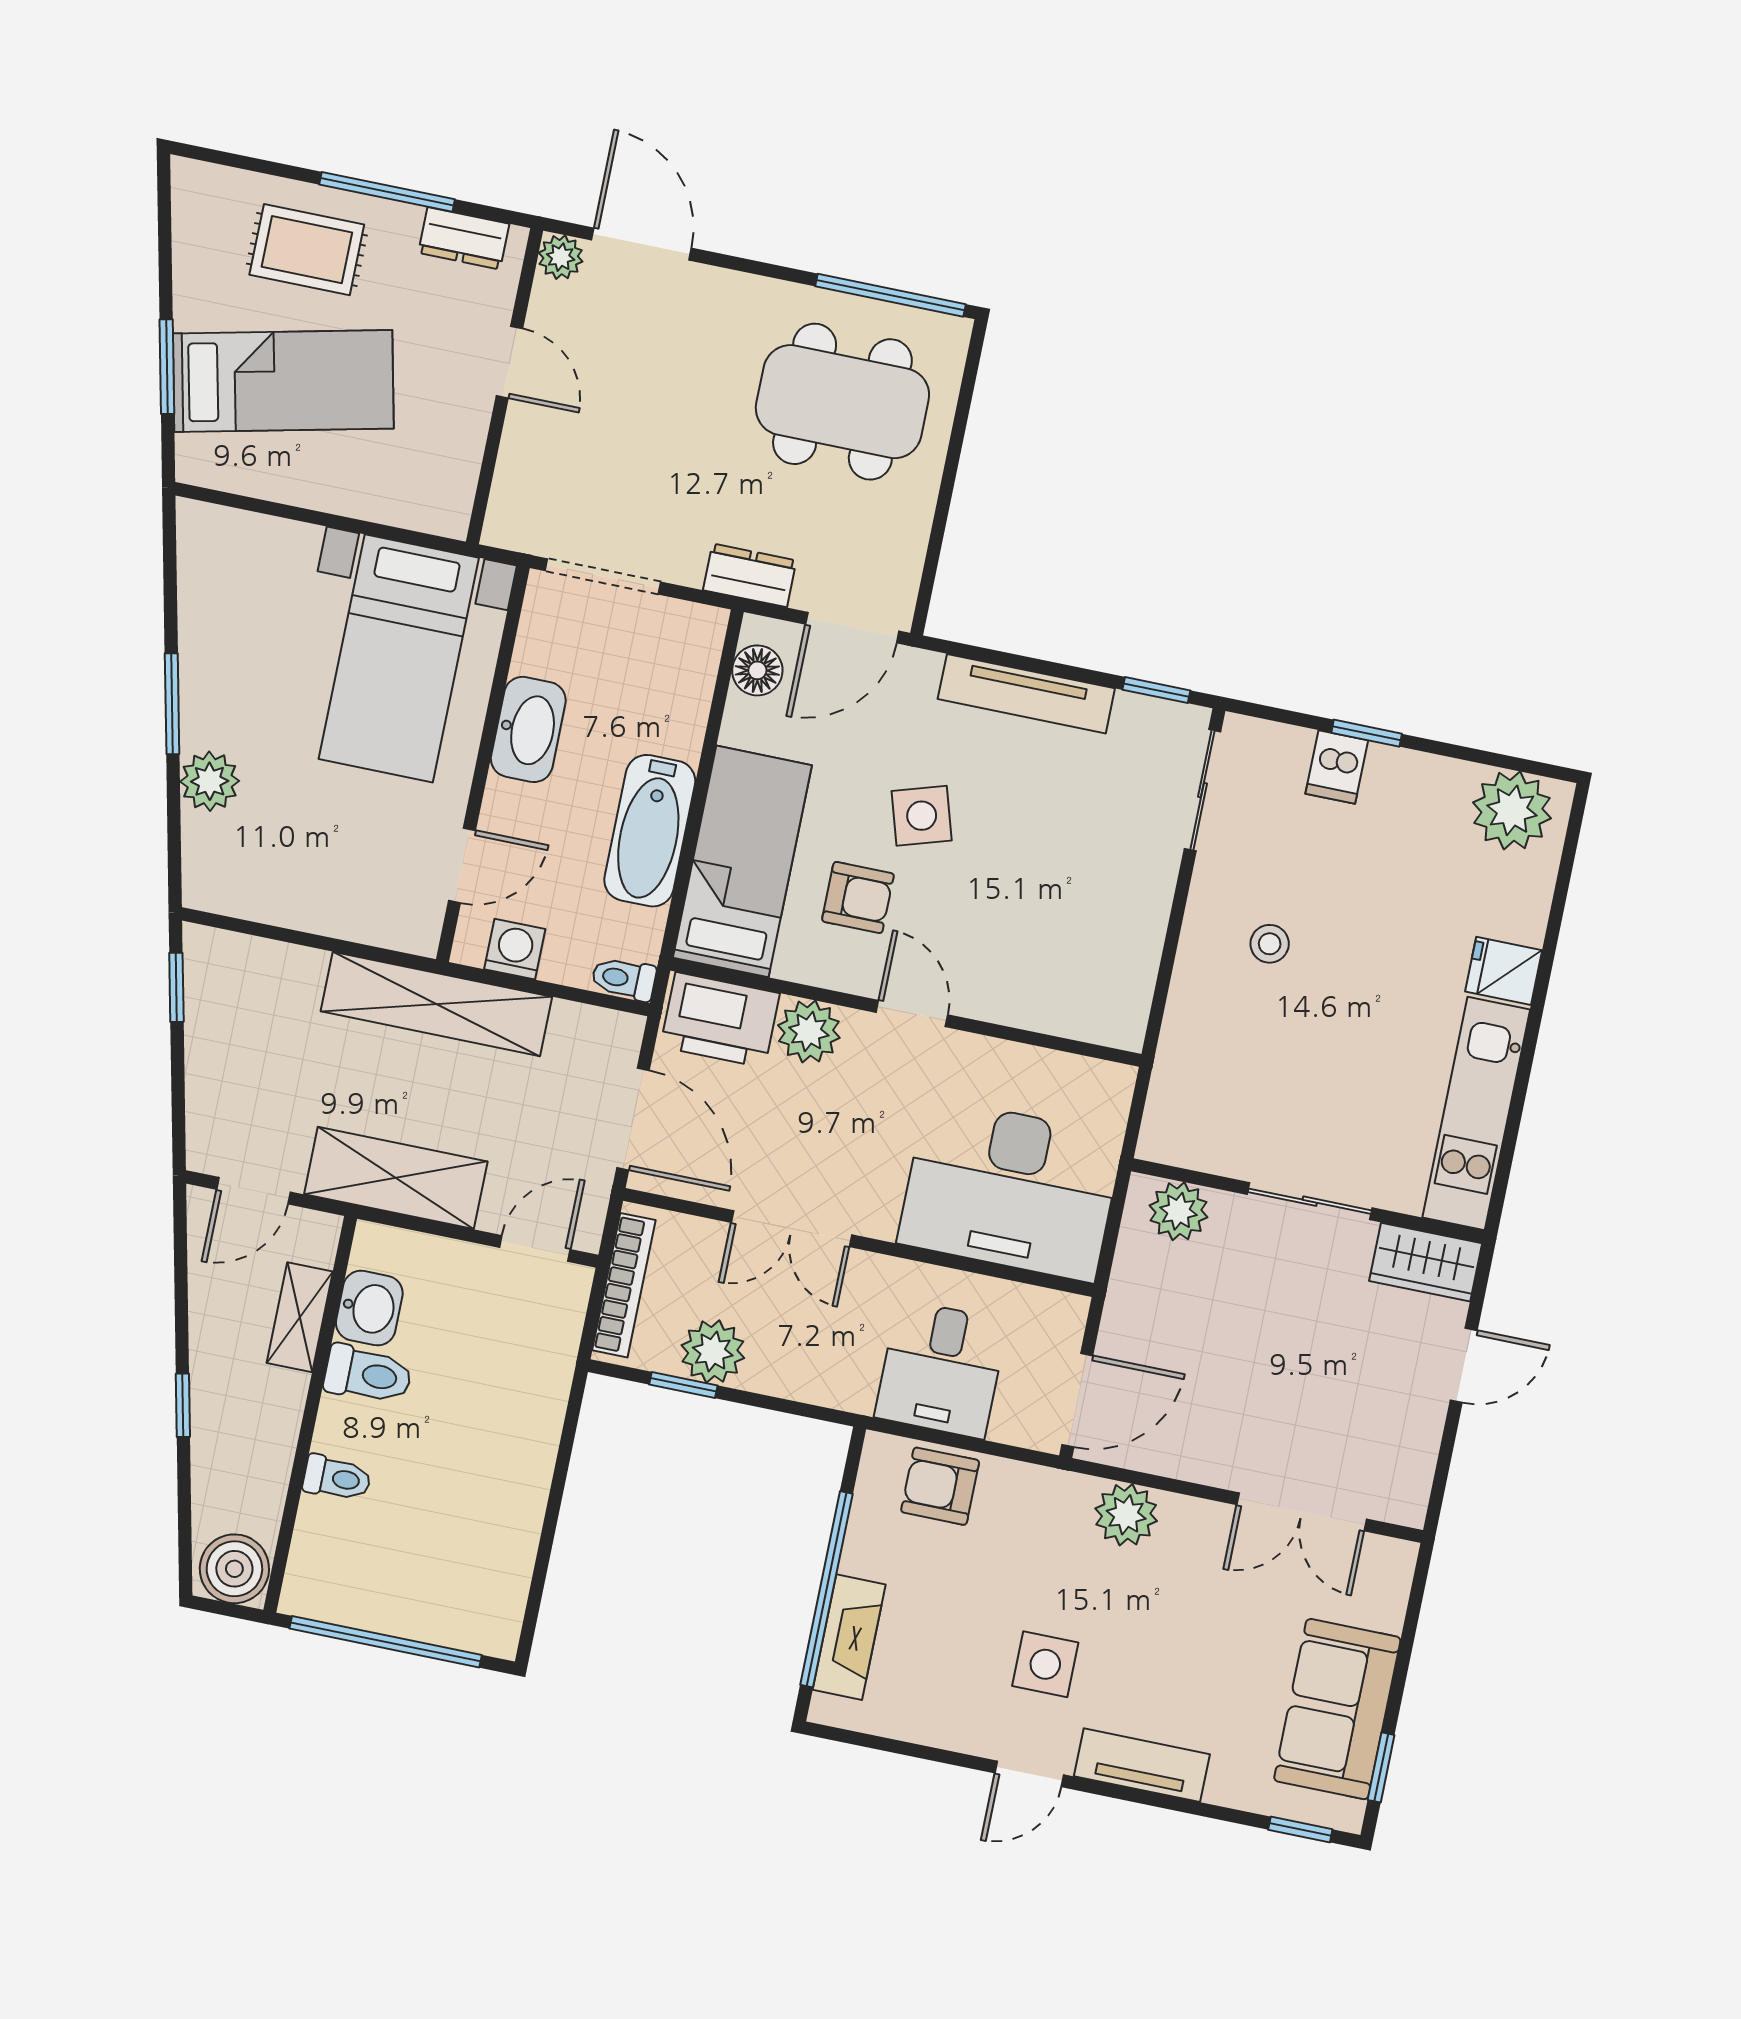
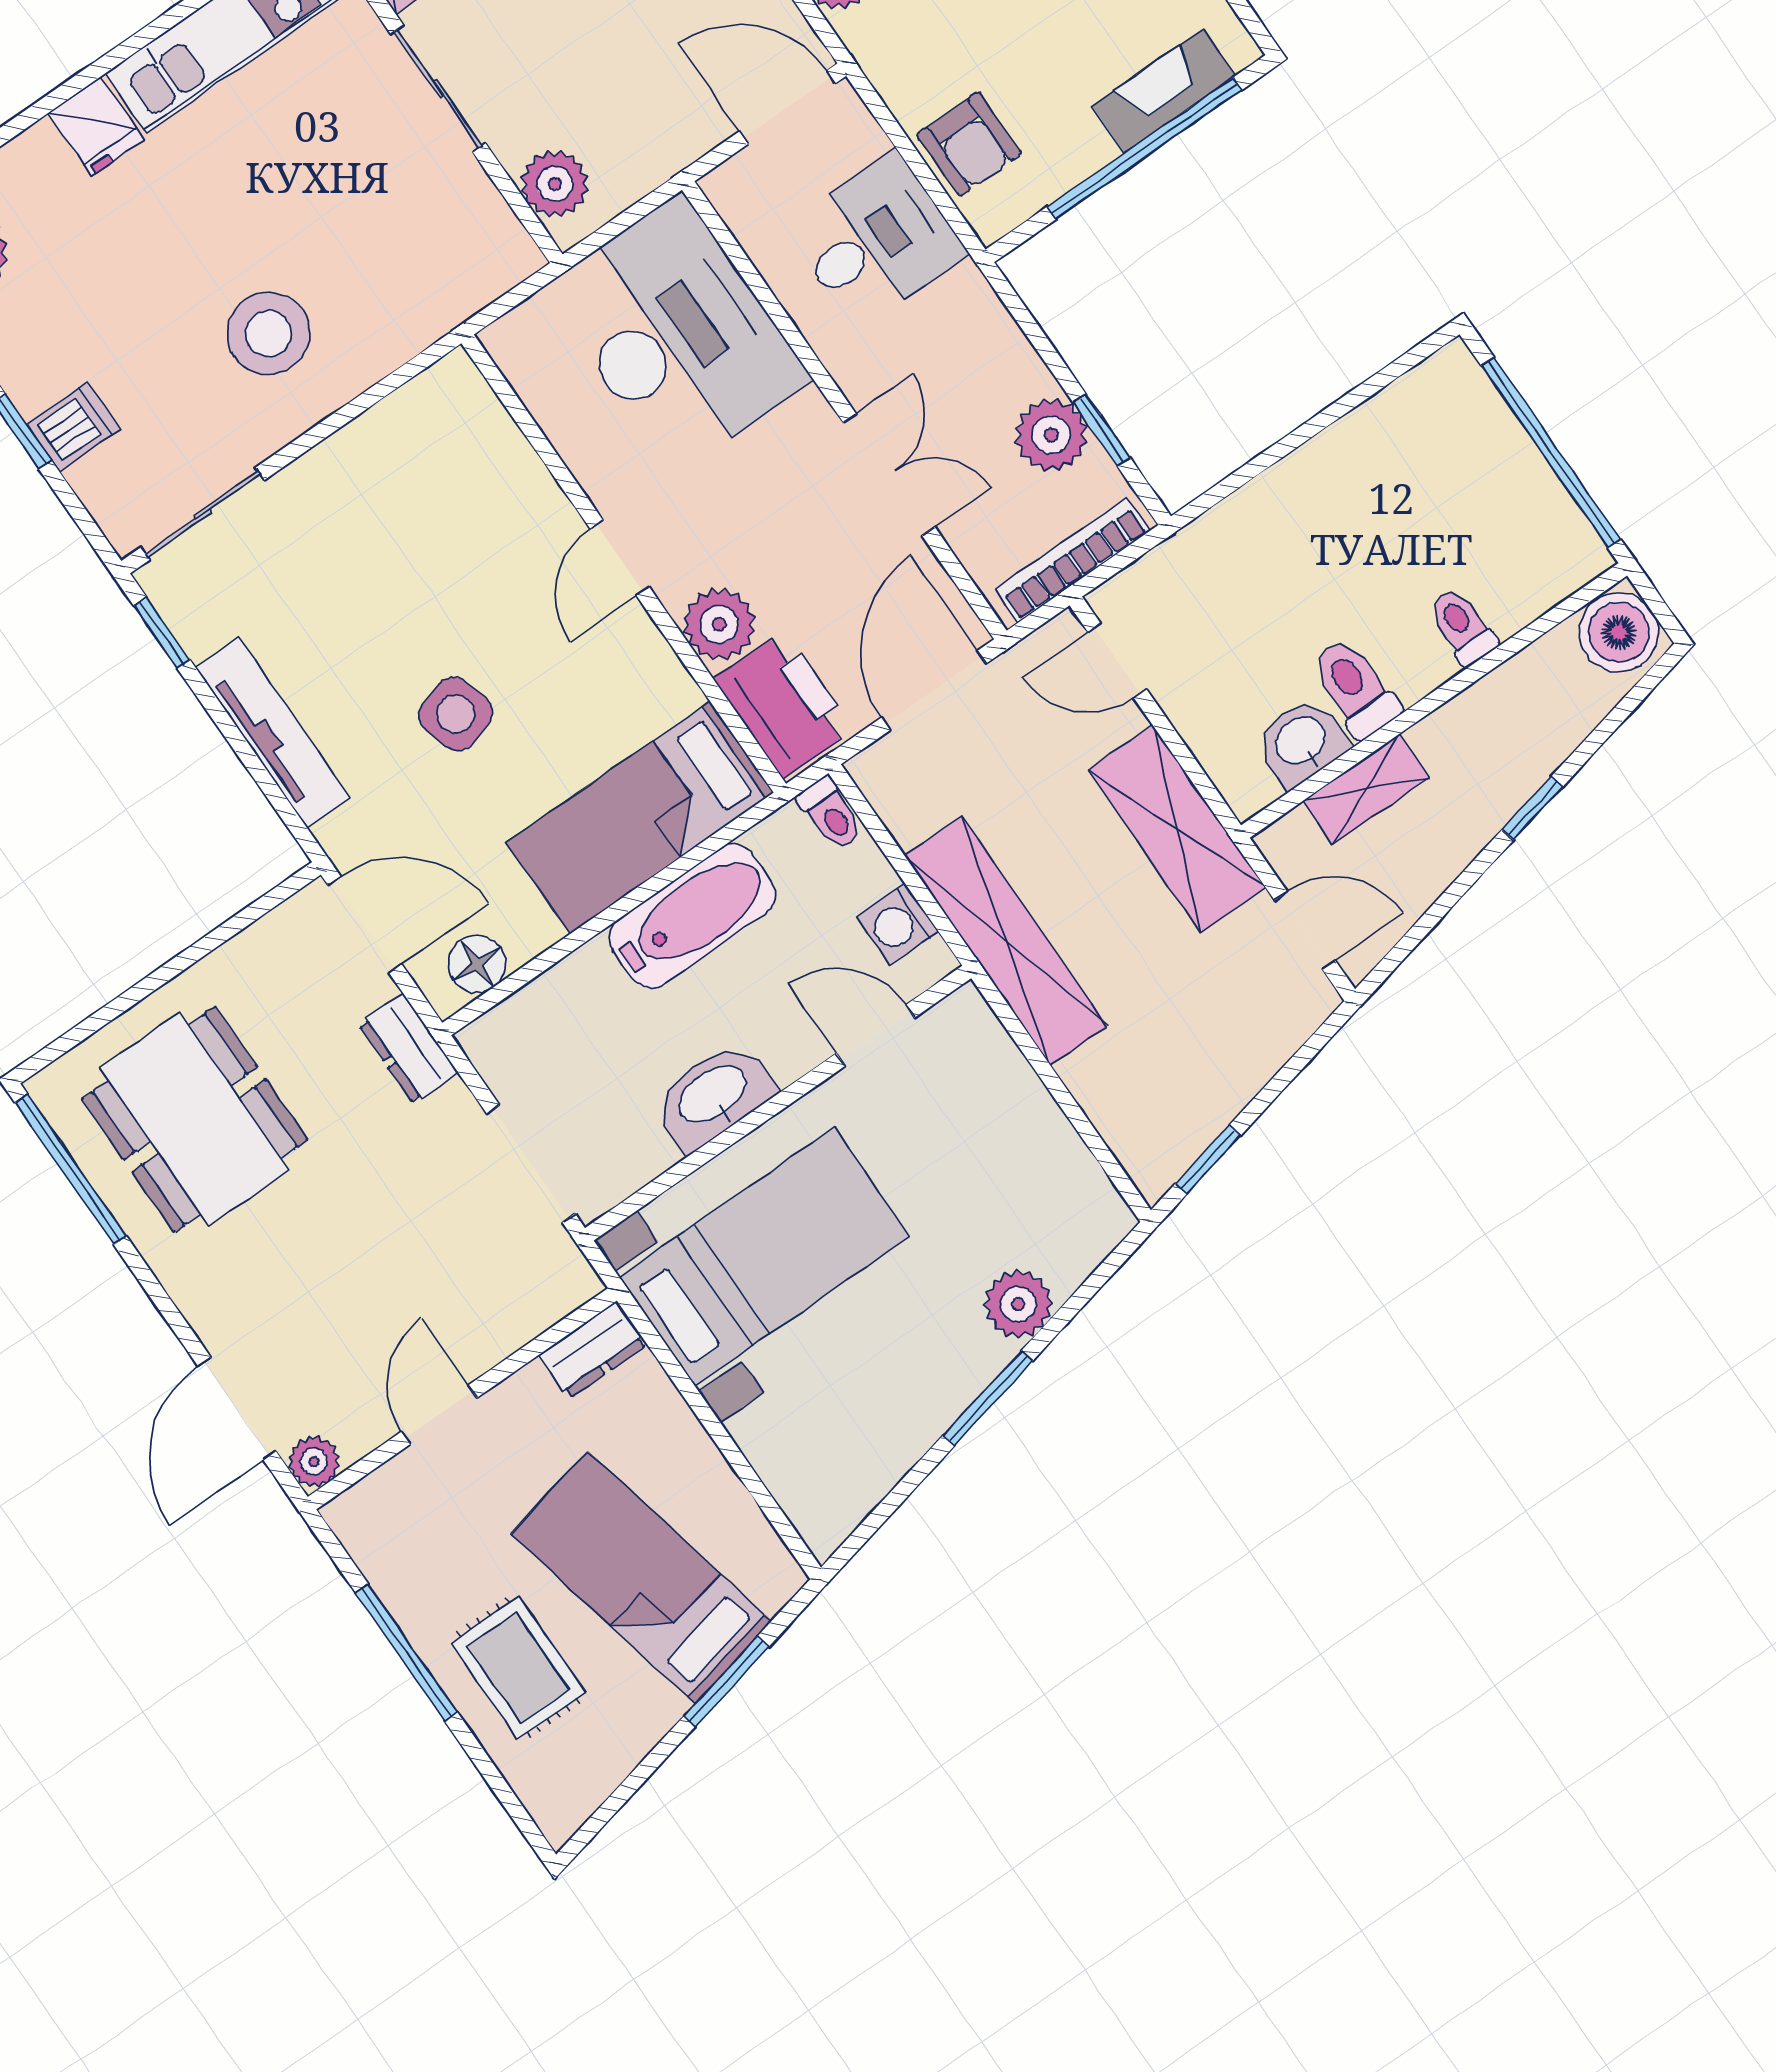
dresser: (464, 238) -> (593, 1350), moved, turned 90
armchair: (858, 898) -> (573, 696), removed
stool: (1270, 944) -> (268, 333), width x1.89, depth x1.89

